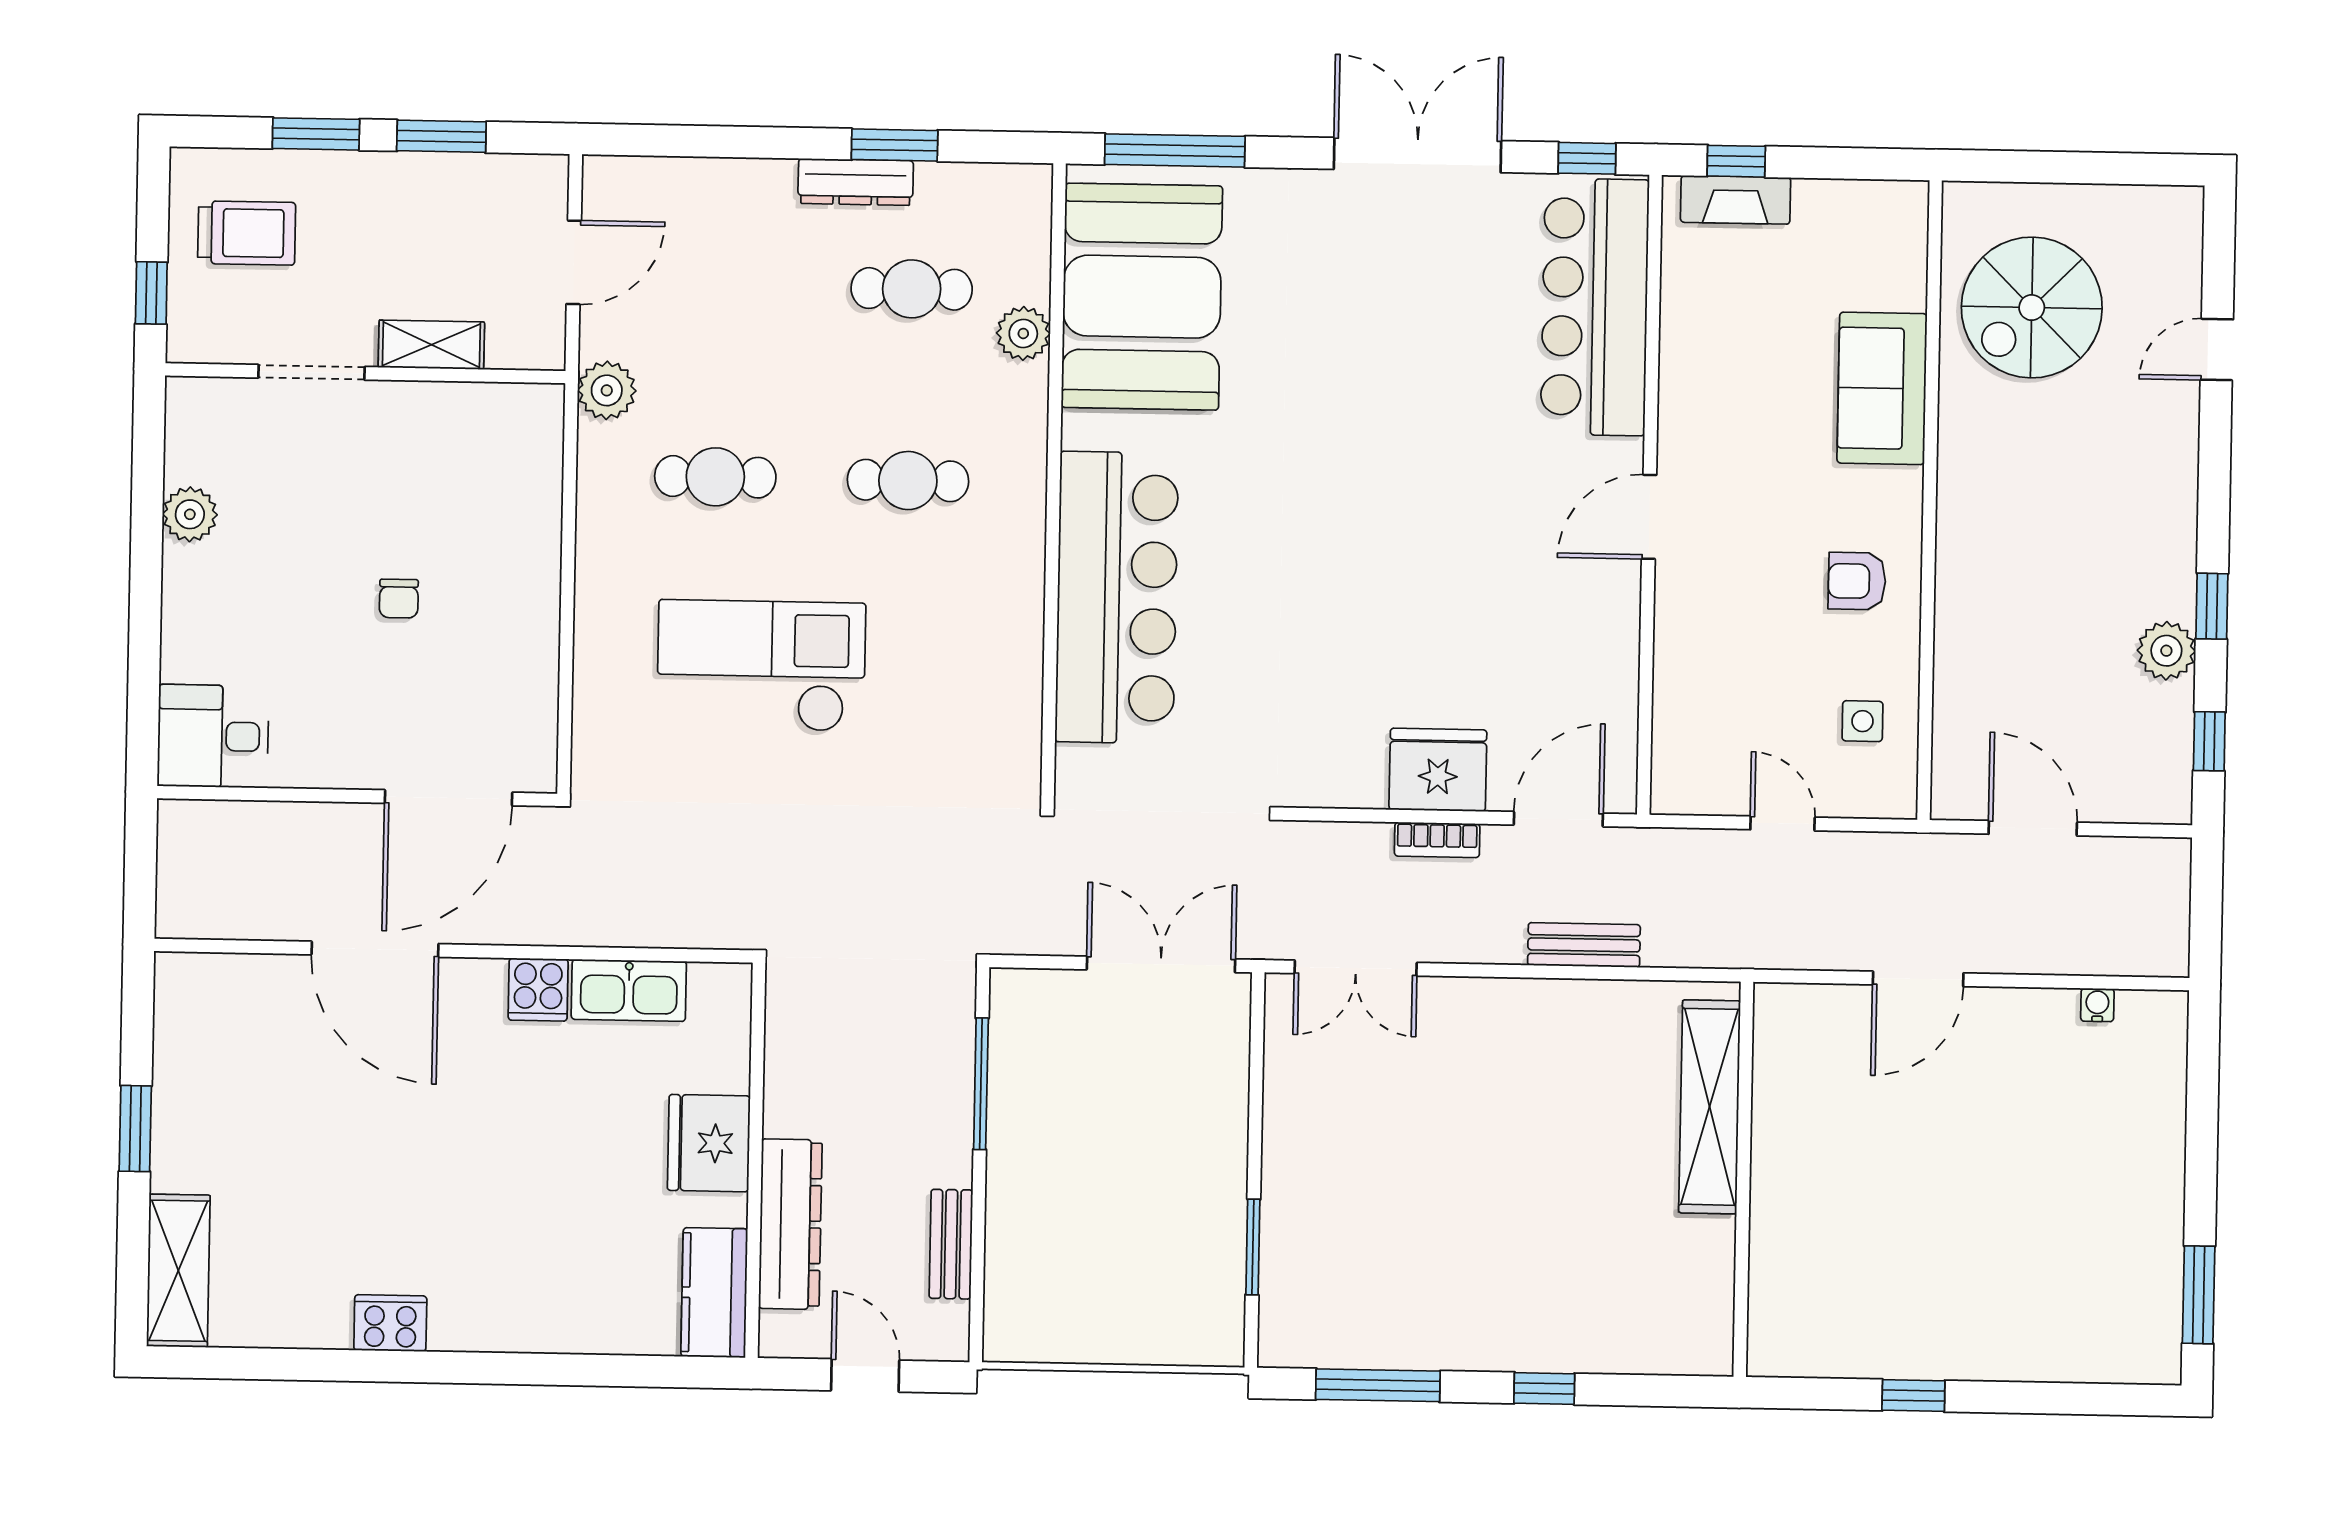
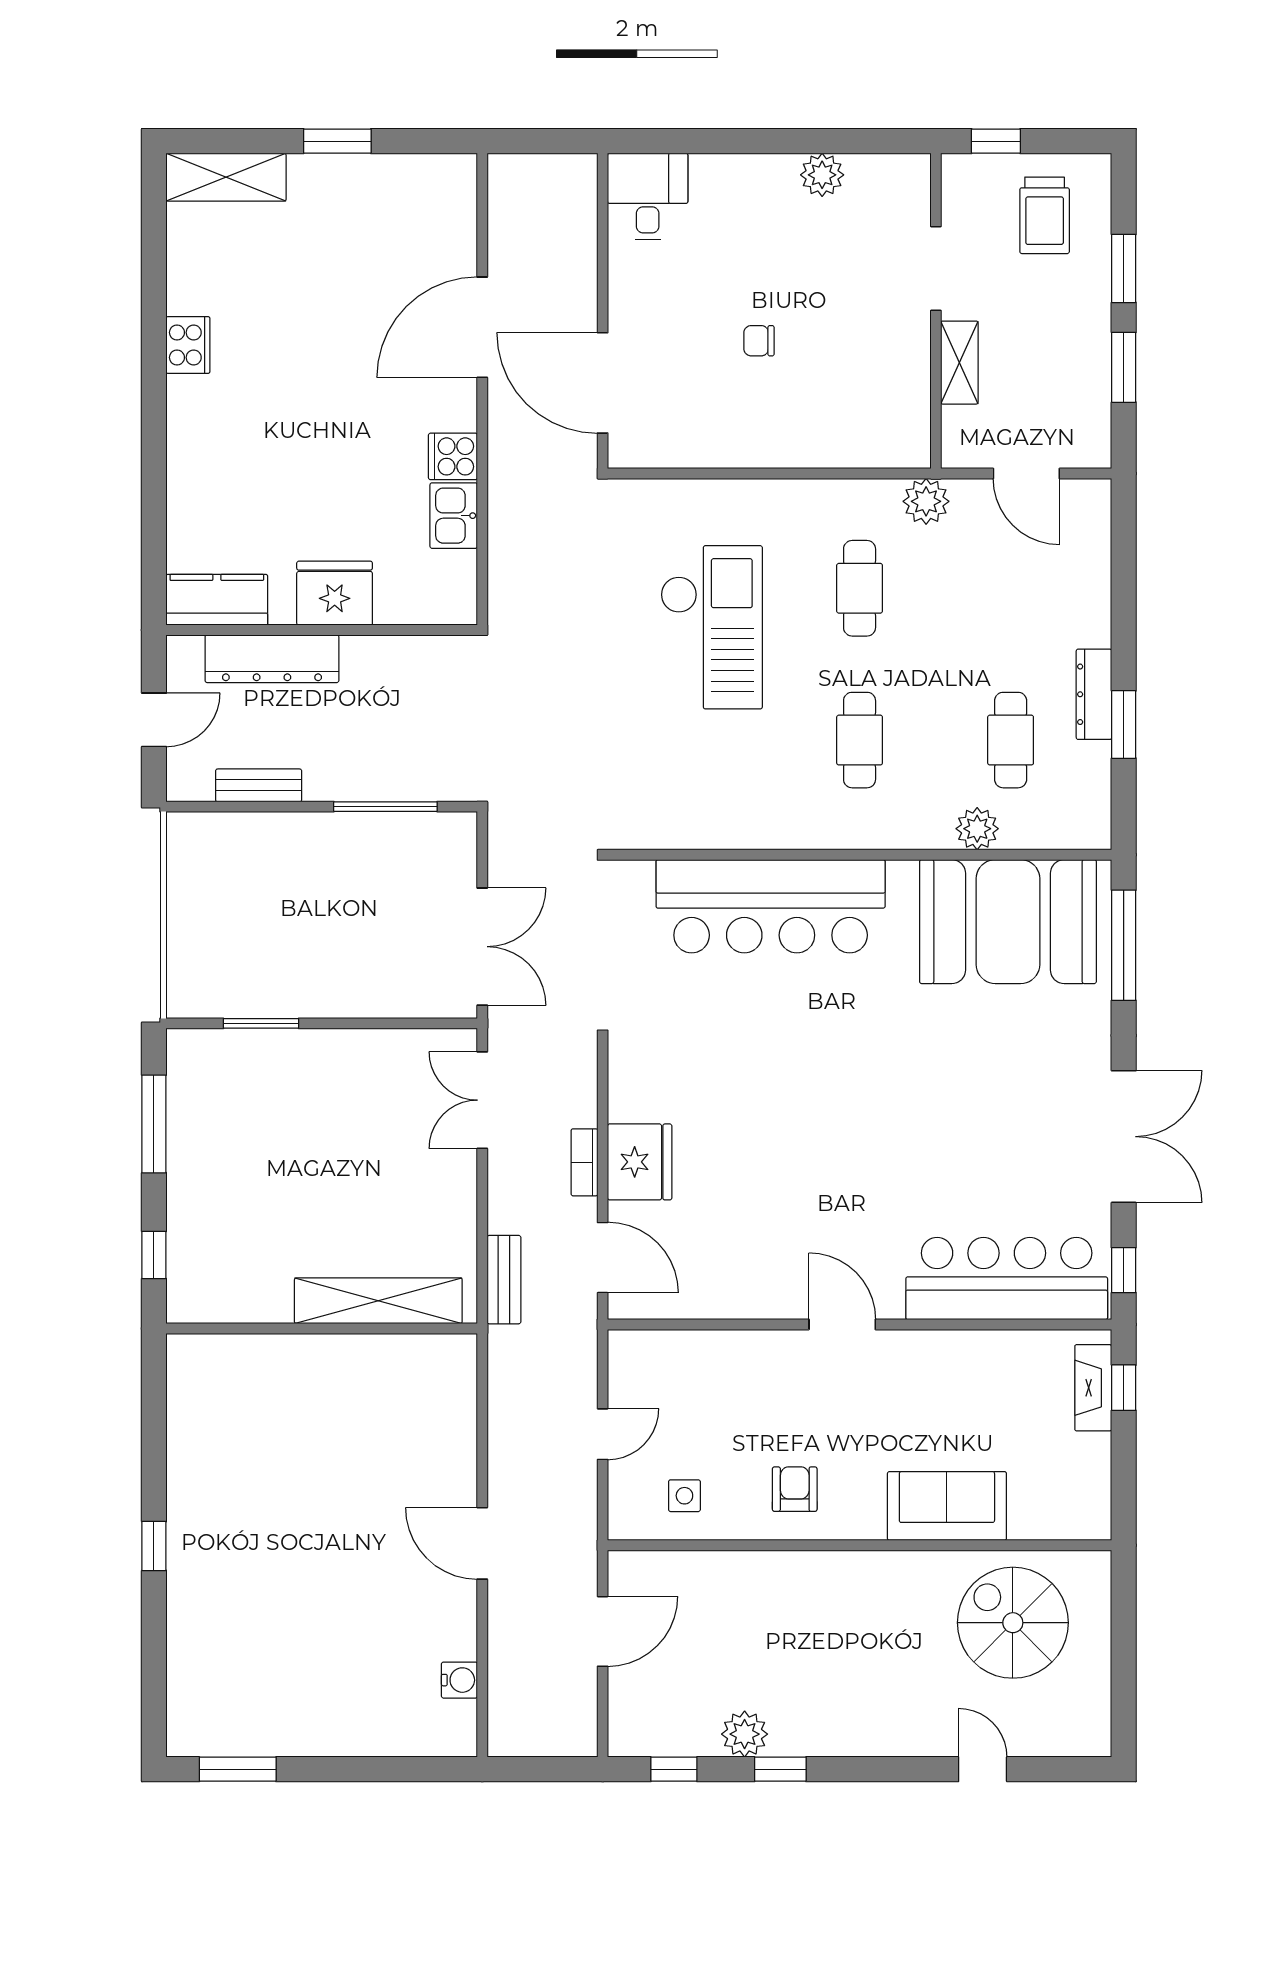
kitchen sink: (629, 990) -> (454, 516), width x0.73
water cooler: (2097, 1005) -> (459, 1680), width x1.38, depth x1.38
shelving: (1710, 1107) -> (378, 1301), moved
wall: (1743, 1179) -> (322, 1328), moved

